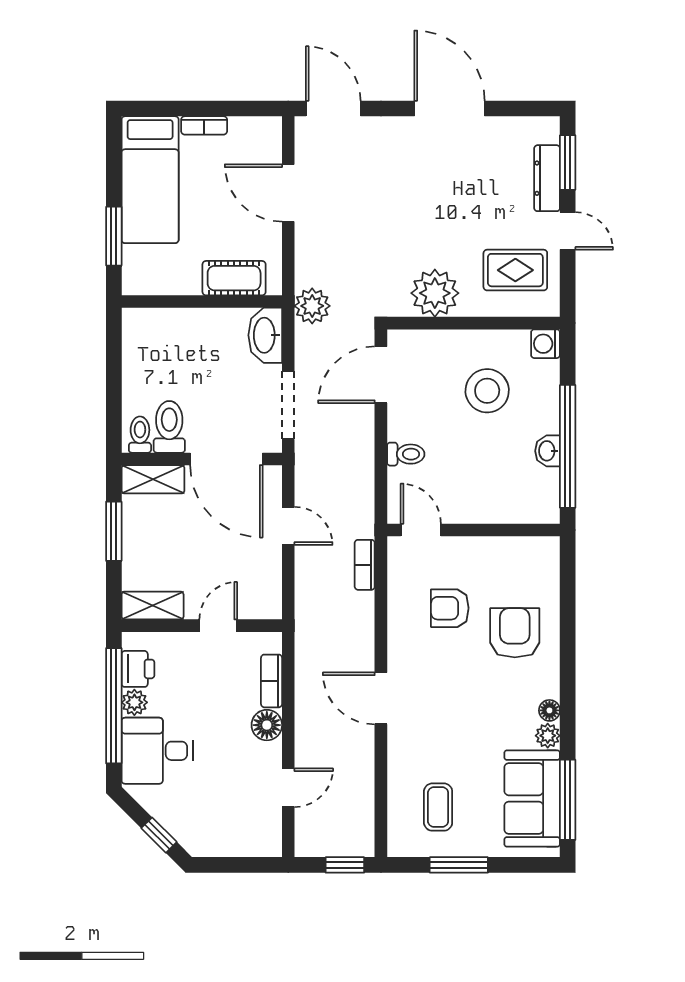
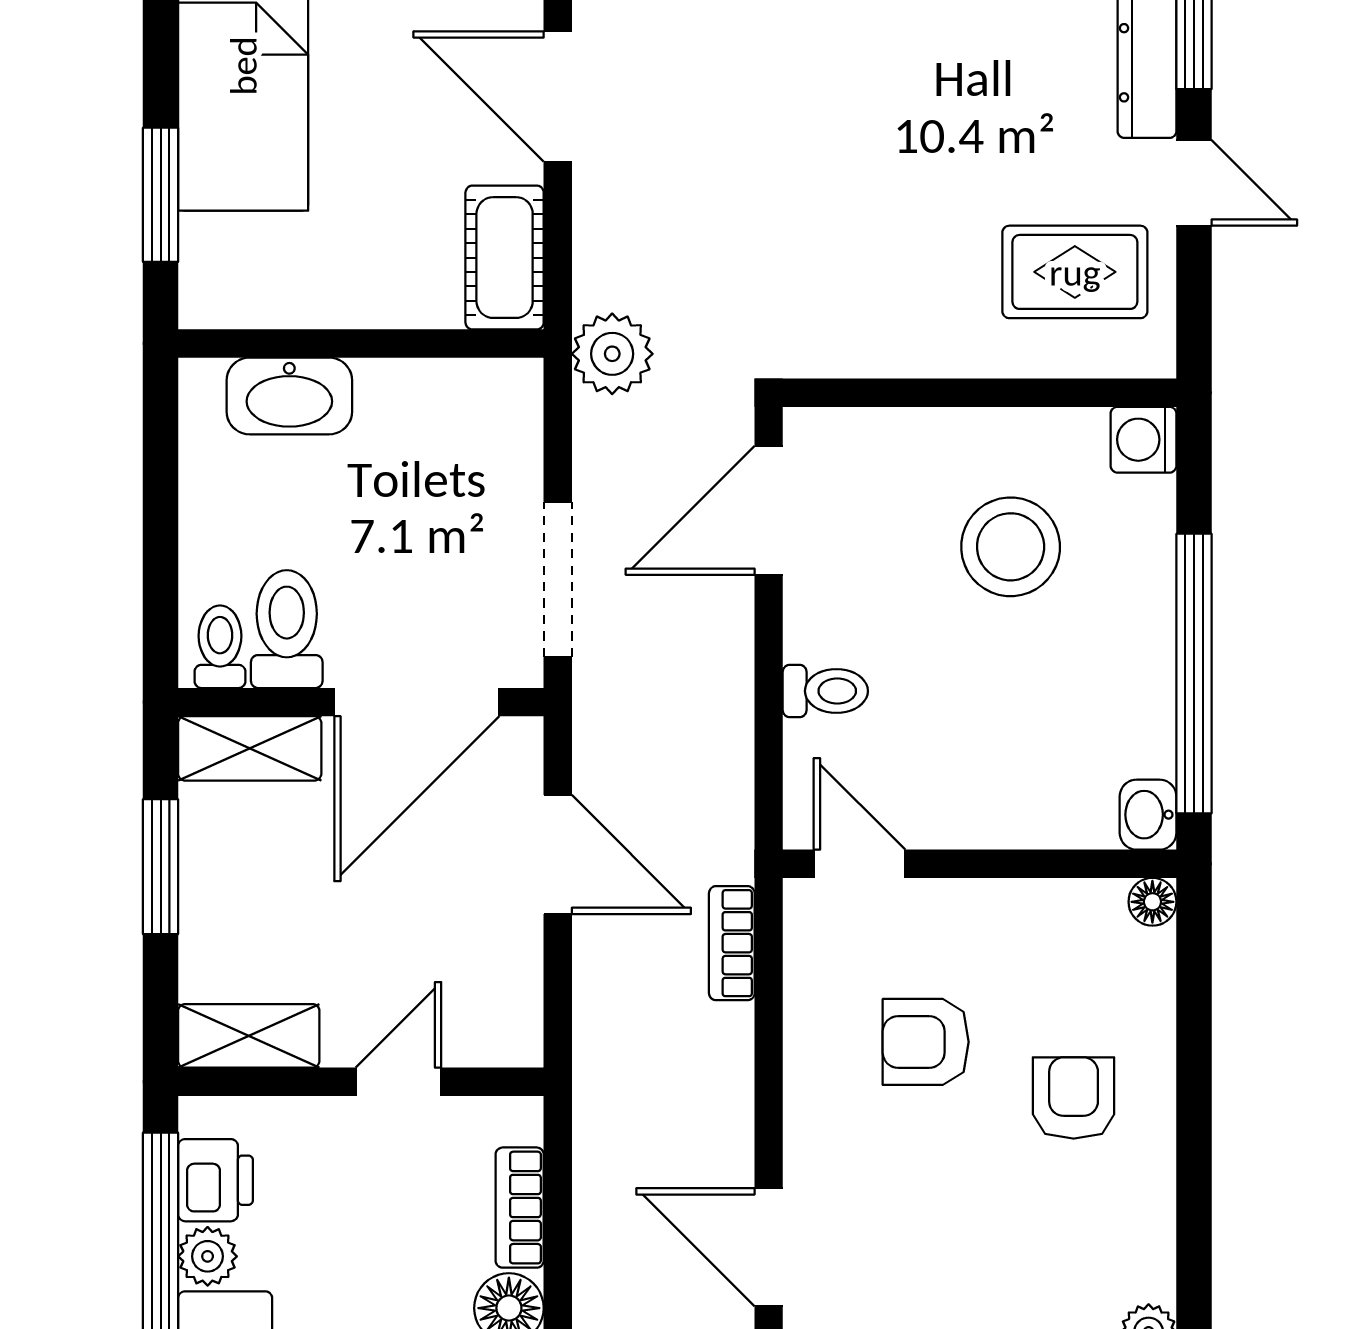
cot: (234, 278) -> (505, 258), moved, turned 90
plant: (435, 293) -> (891, 324), removed
washbasin: (265, 335) -> (289, 396), moved, turned -90
washbasin: (548, 451) -> (1148, 815), moved
door: (226, 459) -> (417, 702), hinge flipped
door: (288, 526) -> (558, 854), width x1.38
armchair: (515, 633) -> (1074, 1098), width x0.72, depth x0.72
floor lamp: (549, 710) -> (1152, 902), moved

